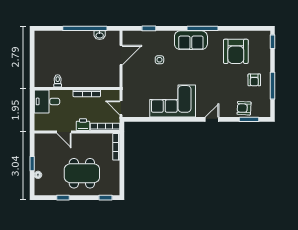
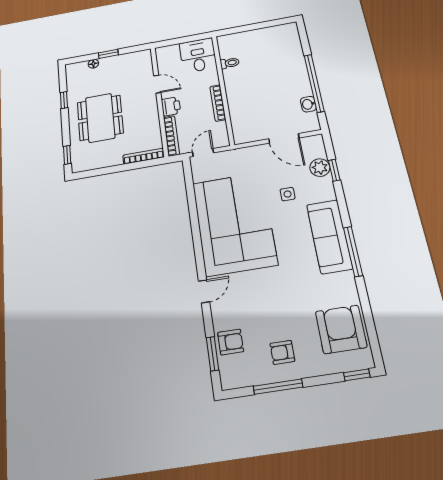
plant: (145, 37) -> (320, 168), added
sofa: (191, 40) -> (329, 236), width x1.36
armchair: (236, 51) -> (341, 329), moved, turned 90
corner sofa: (173, 101) -> (234, 223), width x1.36, depth x1.36
armchair: (244, 108) -> (231, 342), turned 87
door: (212, 119) -> (204, 291), hinge flipped
door: (64, 132) -> (157, 84), swing flipped

